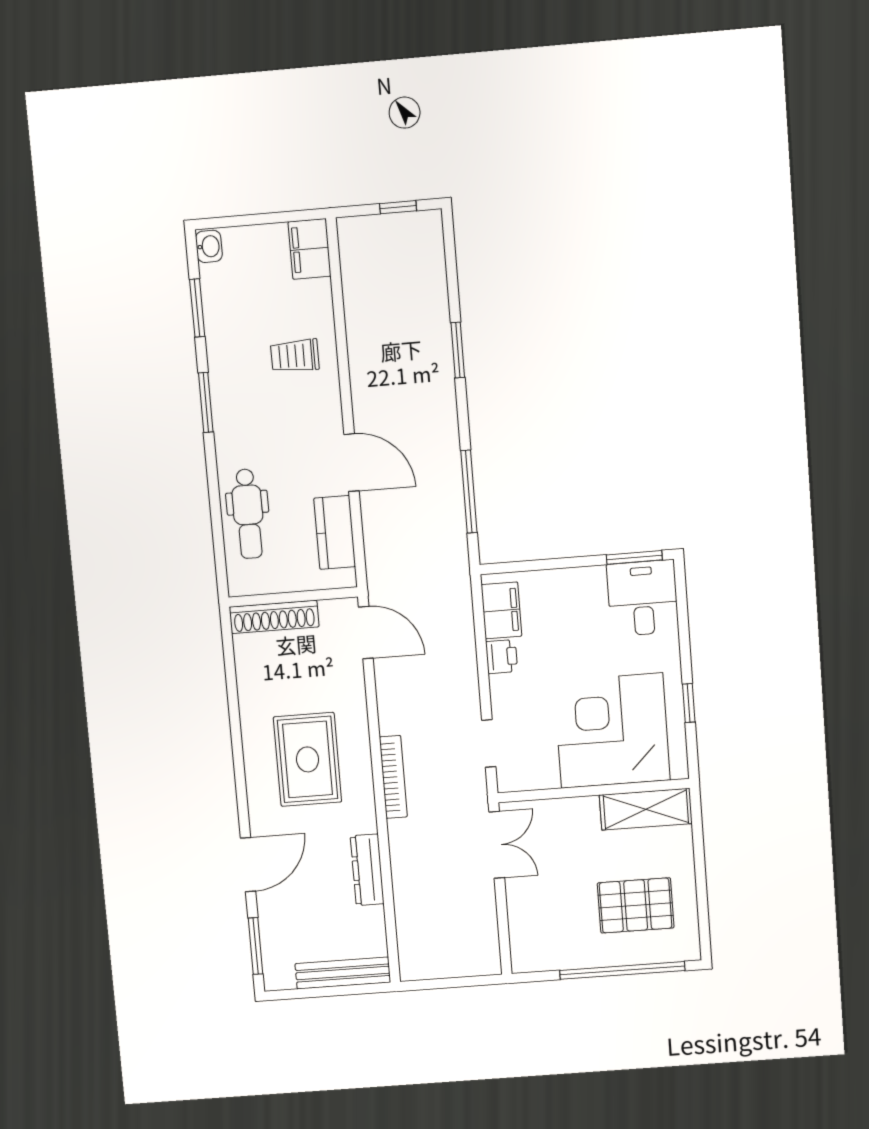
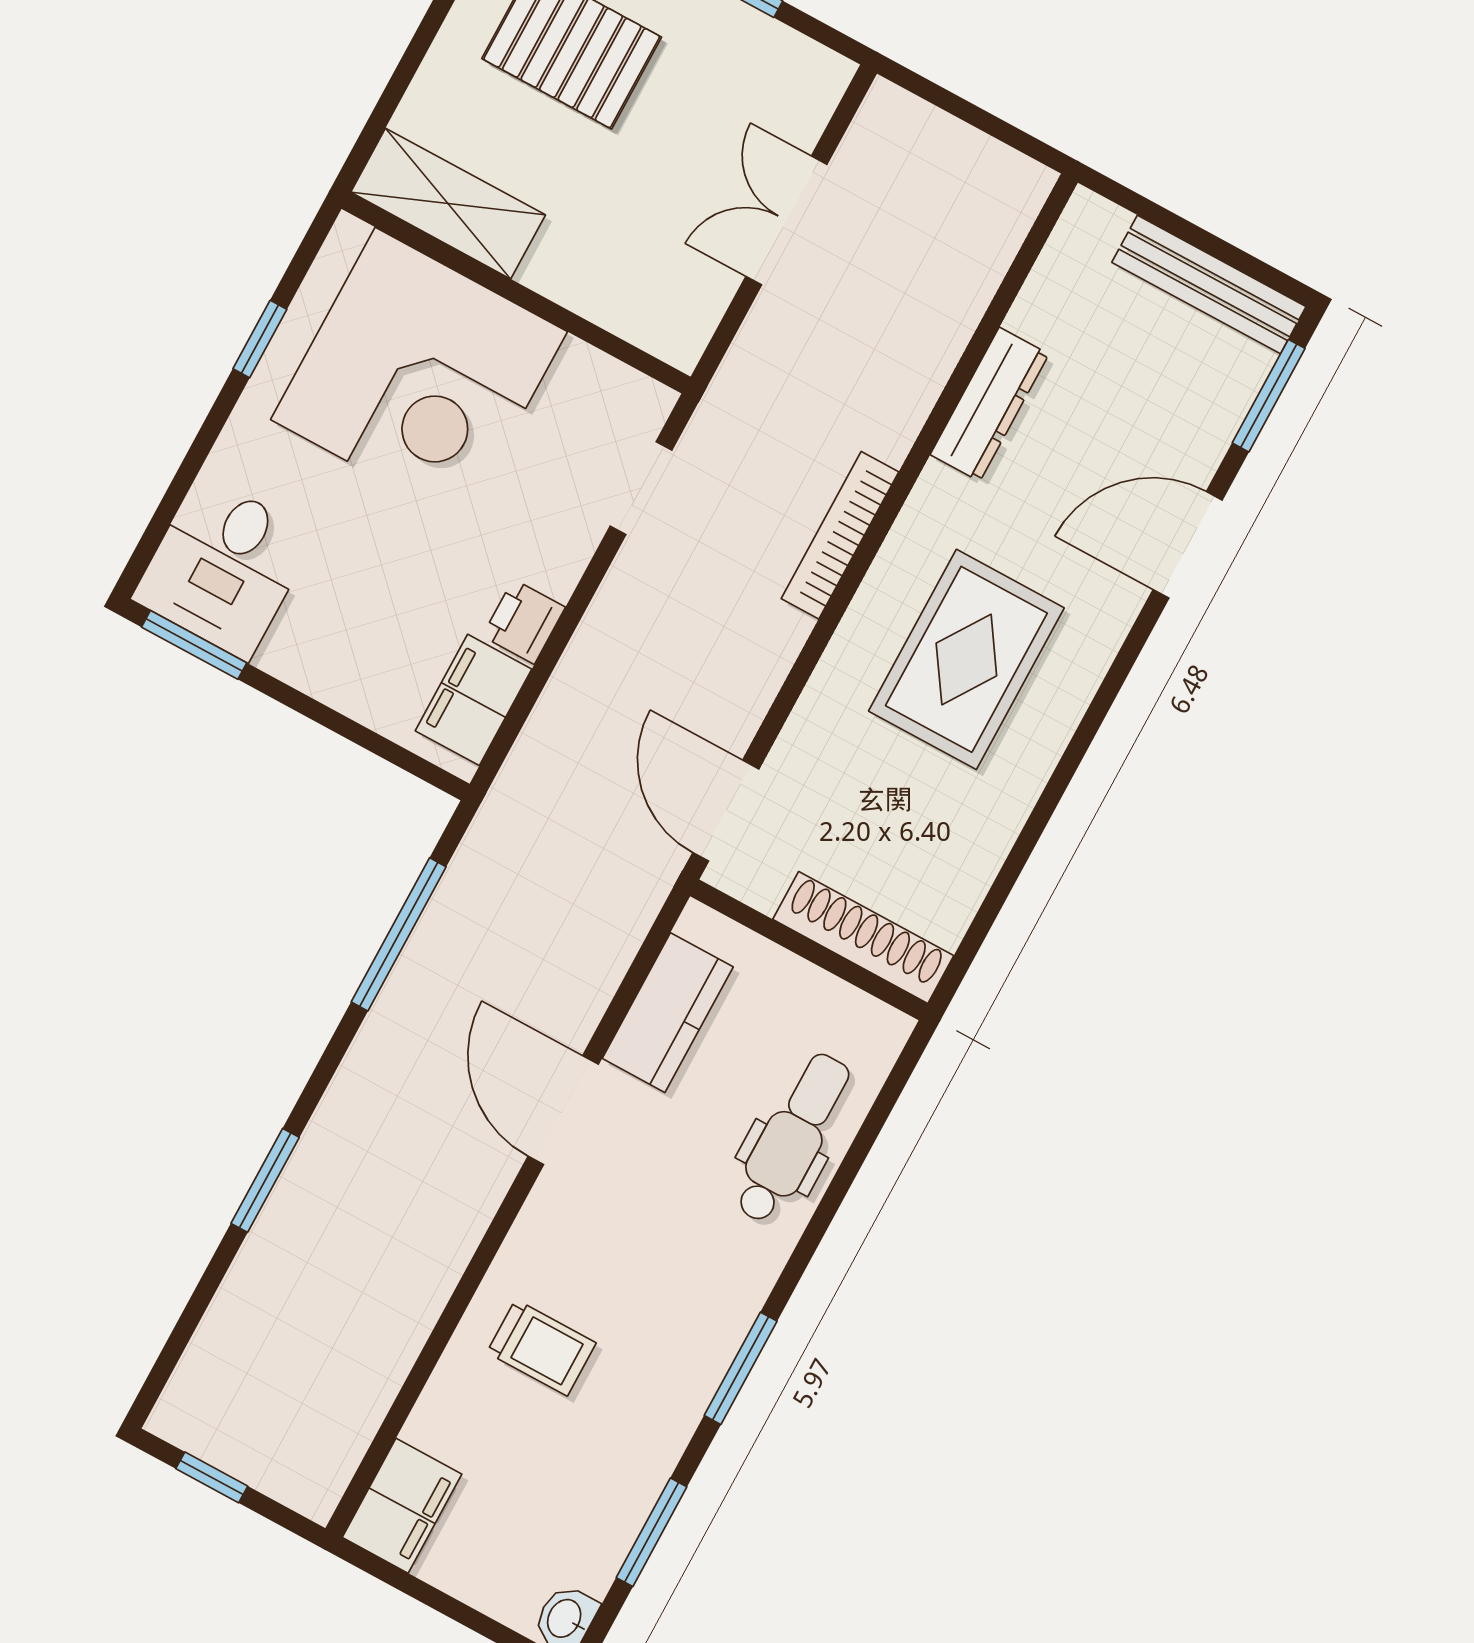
double door: (497, 845) -> (786, 220), moved
bench: (343, 973) -> (1209, 284), moved

